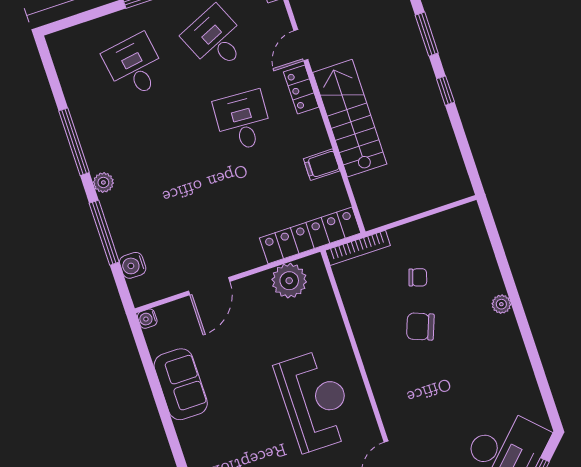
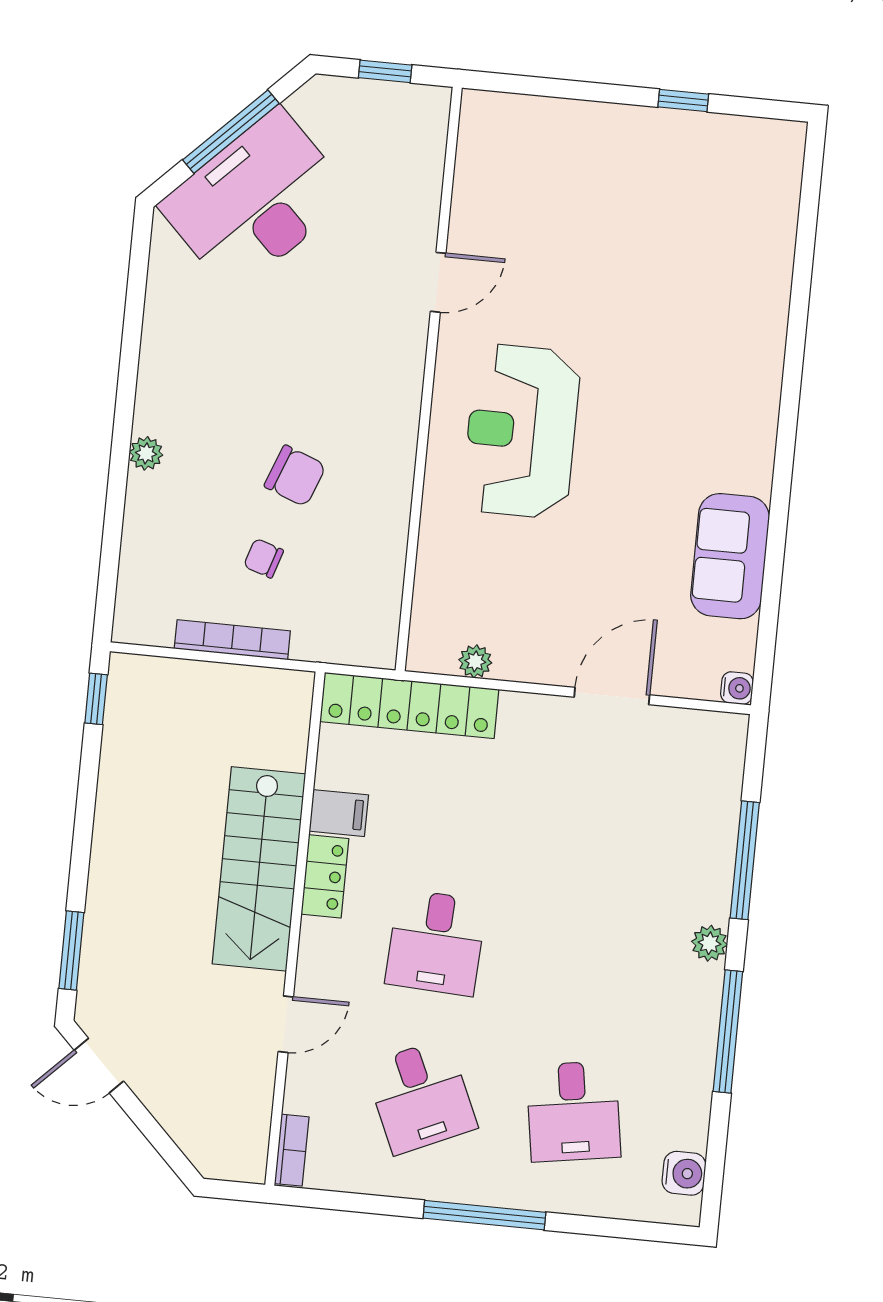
locker: (301, 89) -> (325, 876), moved
window: (445, 91) -> (96, 699), moved
bookcase: (358, 248) -> (232, 640), moved
water cooler: (133, 265) -> (684, 1173), moved
plant: (289, 281) -> (475, 661), width x0.53, depth x0.53

